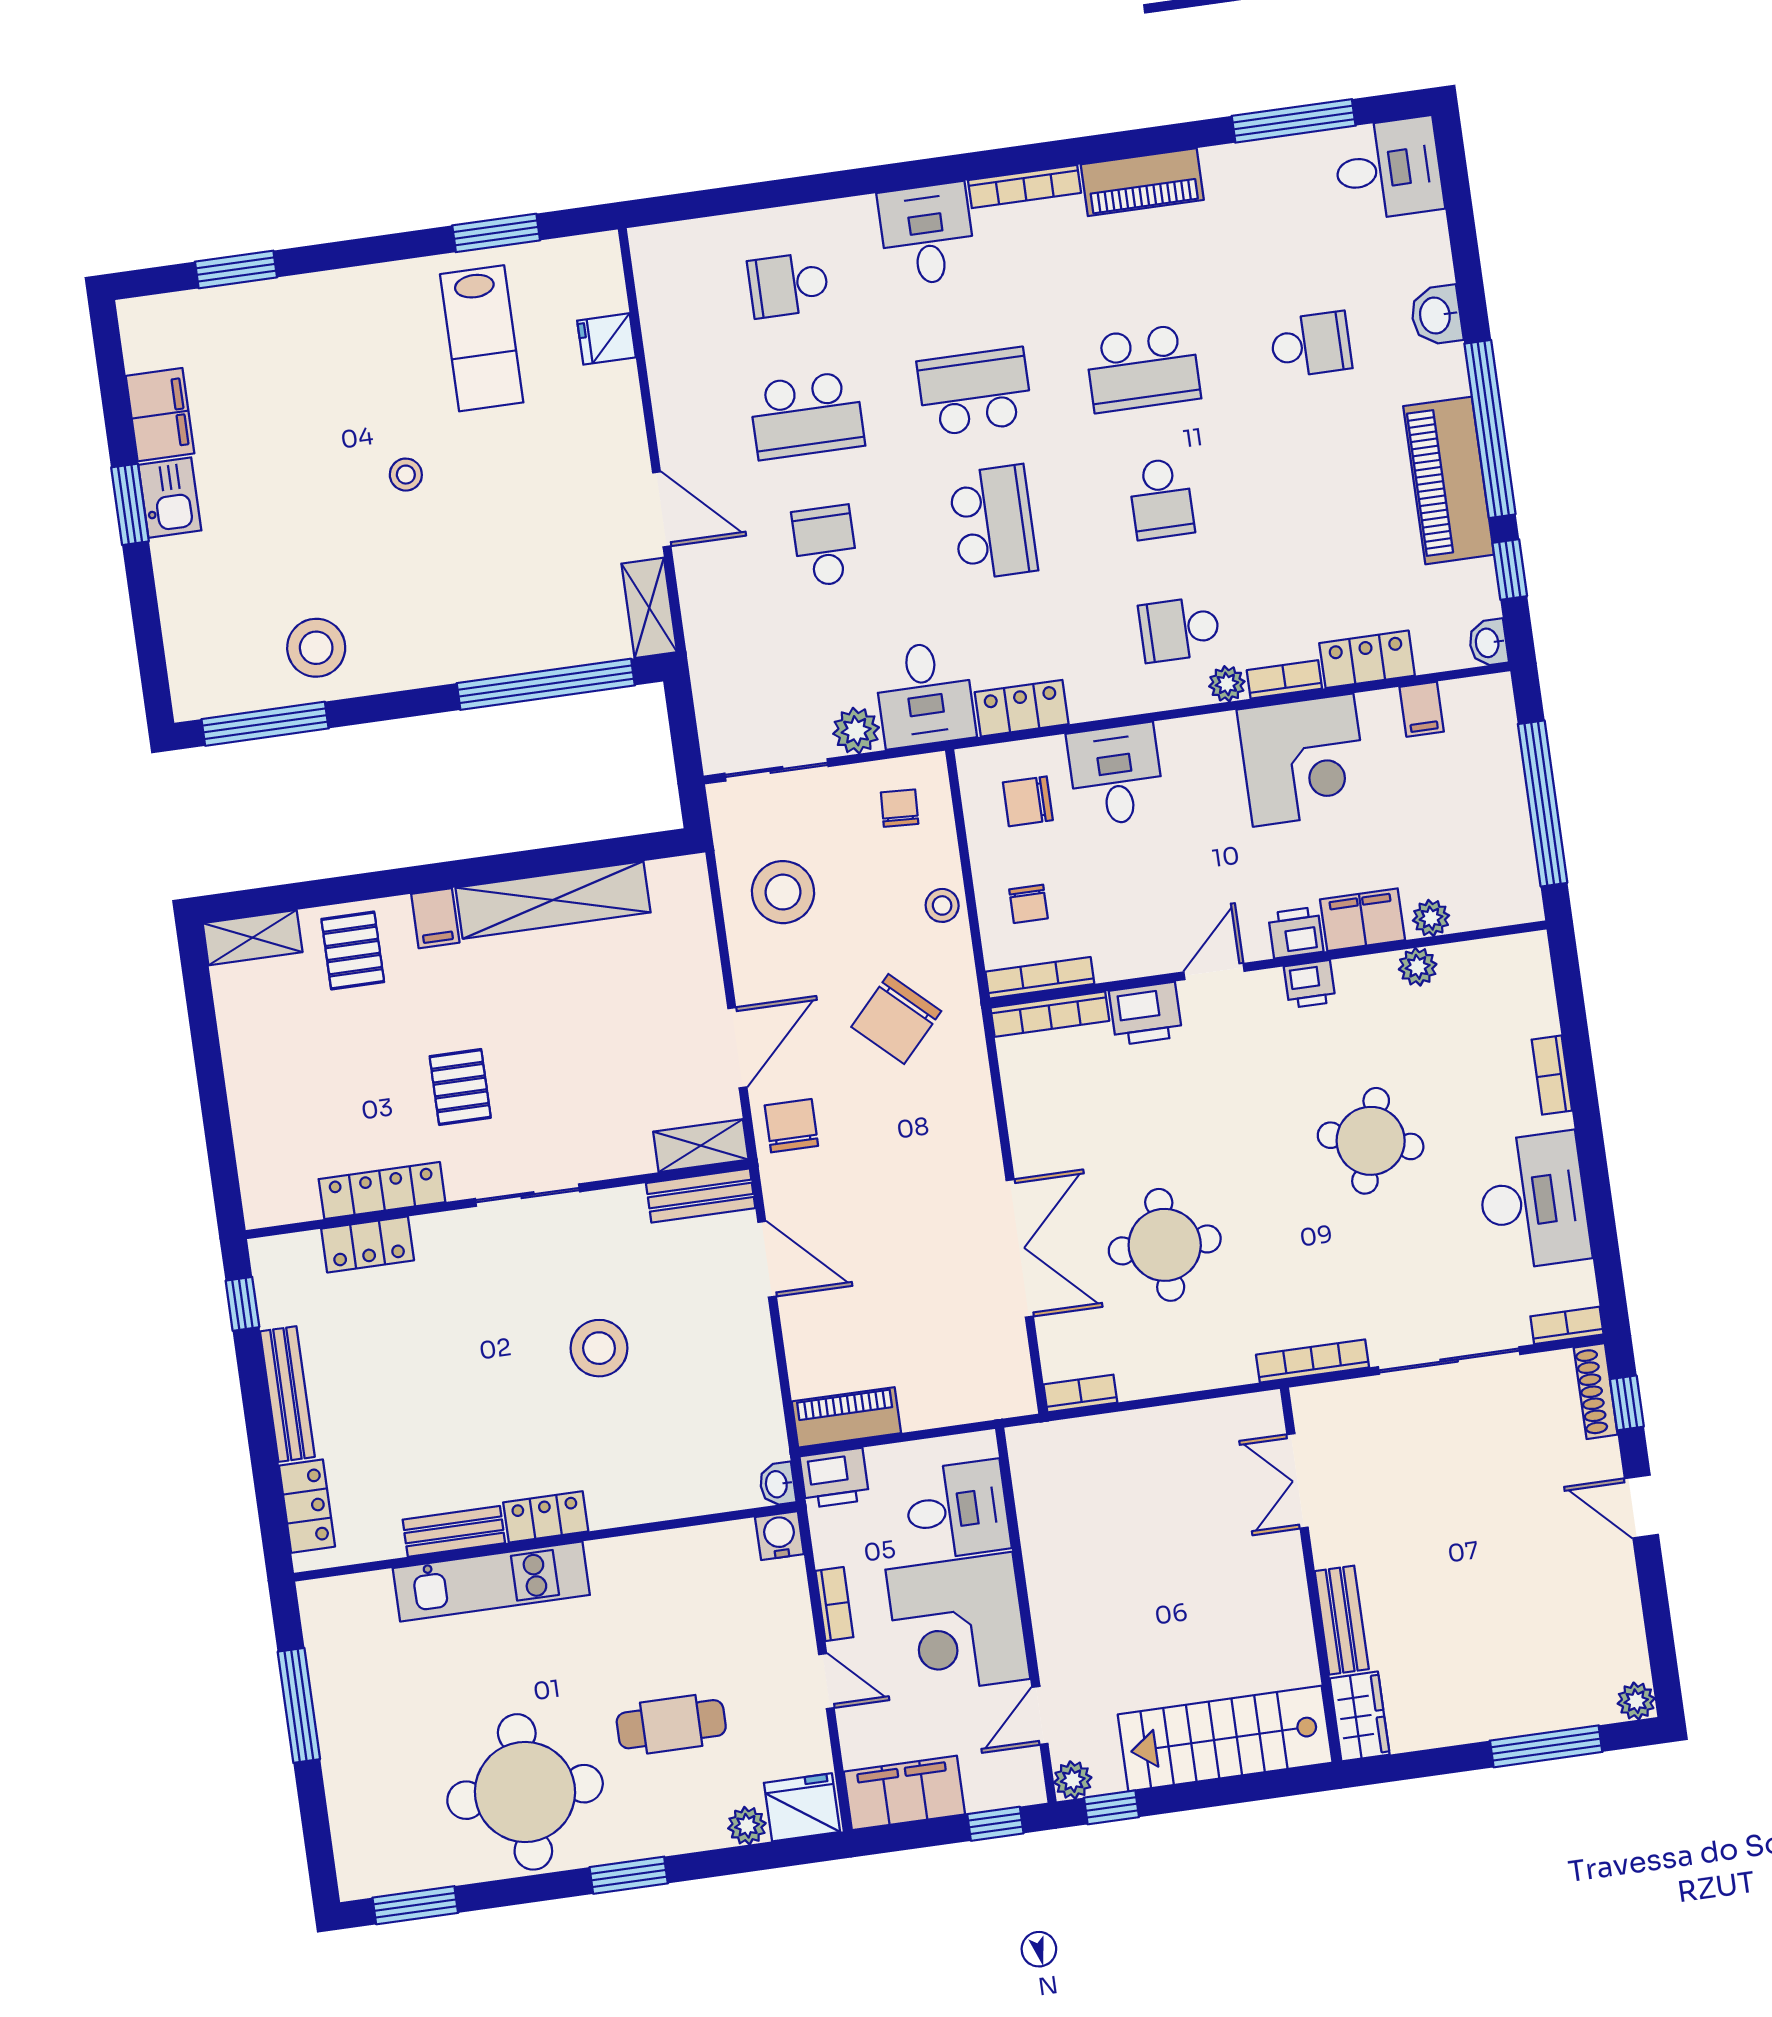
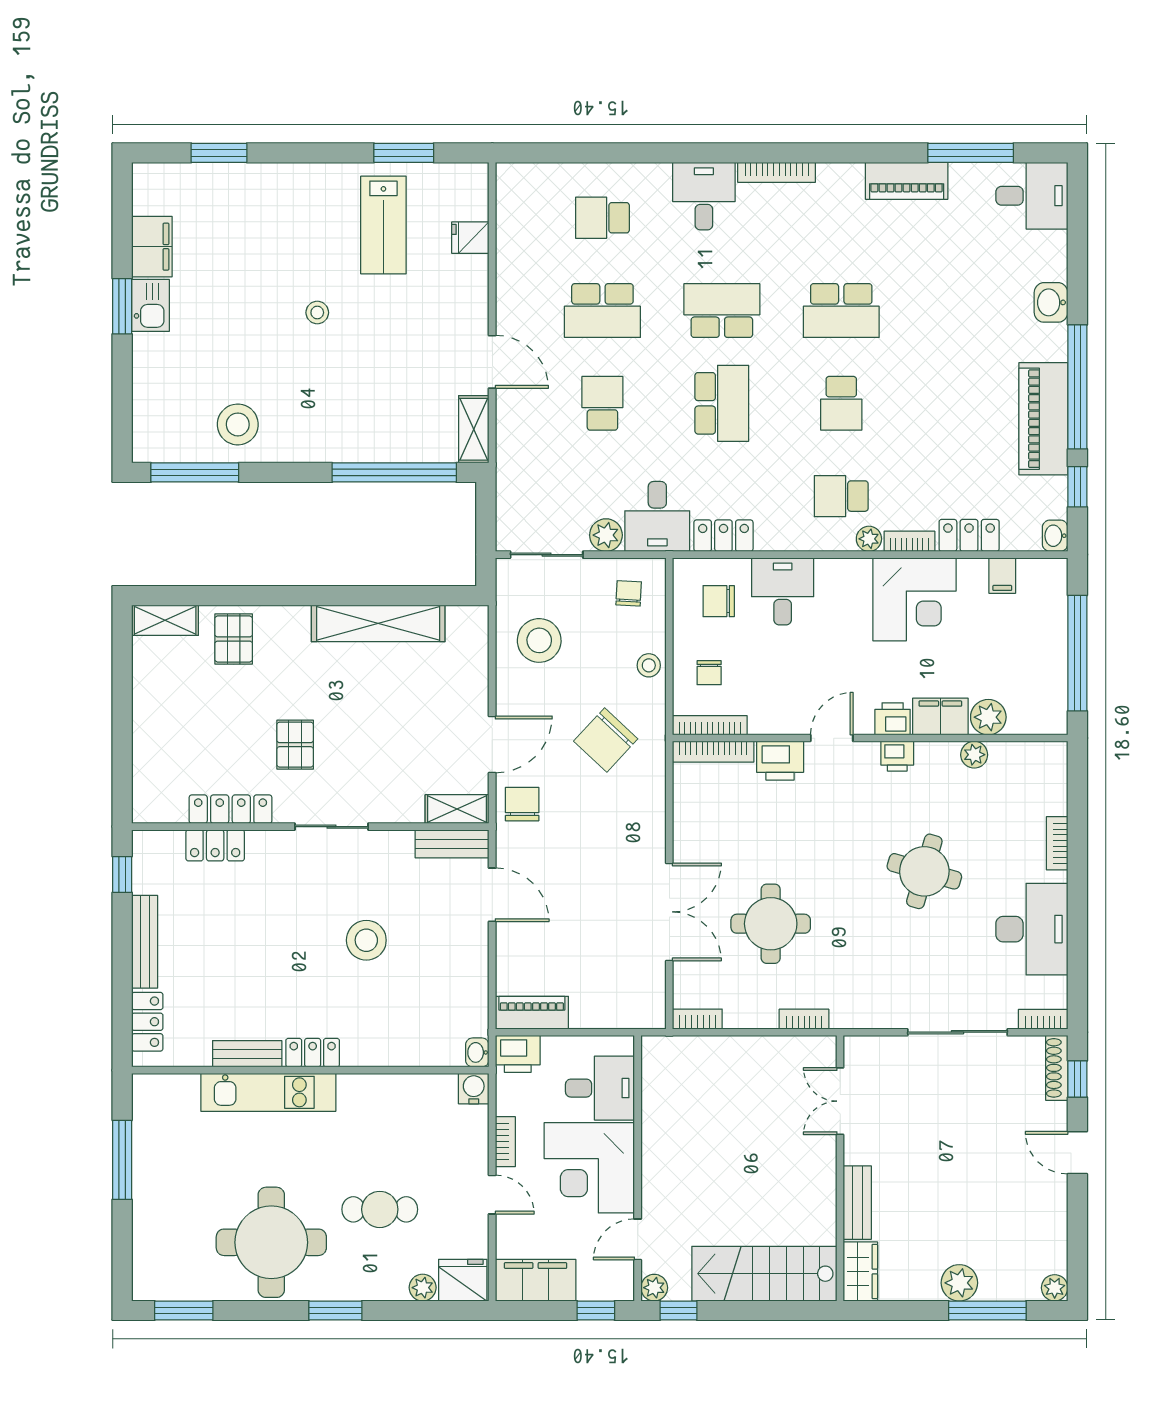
piano: (1142, 182) -> (907, 181), moved
school desk: (1311, 345) -> (961, 311), removed
filing cabinet: (435, 918) -> (294, 625), removed
plant: (1431, 918) -> (988, 717), width x1.38, depth x1.38
bookcase: (1312, 1361) -> (804, 1019), moved, width x0.64
plant: (1501, 1713) -> (959, 1283), added

